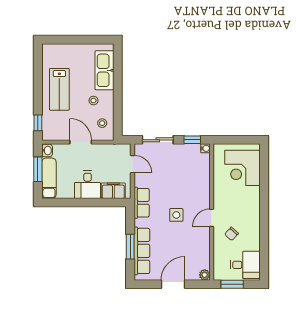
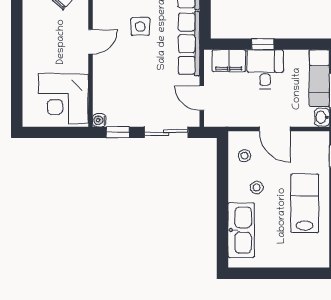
corner desk: (242, 168) -> (63, 99), moved, turned 180
window: (89, 203) -> (263, 44), added
row of seats: (142, 203) -> (189, 44), width x1.48
door: (212, 218) -> (91, 42), moved

